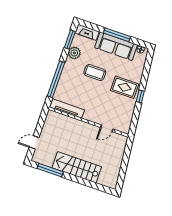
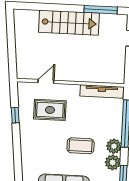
plant: (70, 65) -> (114, 146), added
rug: (125, 87) -> (50, 110), moved
window: (140, 96) -> (15, 115), moved

